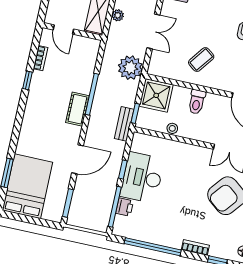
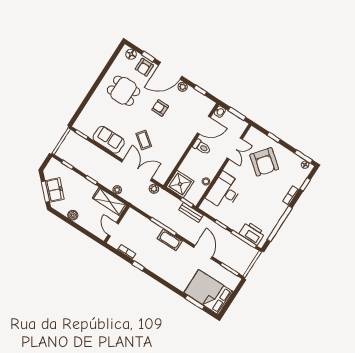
door: (63, 29) -> (113, 229), swing flipped
double door: (153, 31) -> (137, 170), width x1.37
coffee table: (201, 60) -> (144, 140), moved
plant: (130, 68) -> (154, 189), width x0.53, depth x0.53
toilet: (197, 102) -> (202, 147), moved
desk: (142, 178) -> (225, 191), moved, turned 90
printer: (125, 207) -> (252, 233), width x1.87, depth x1.48

